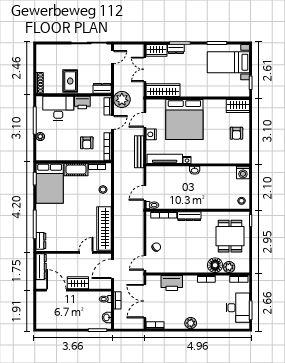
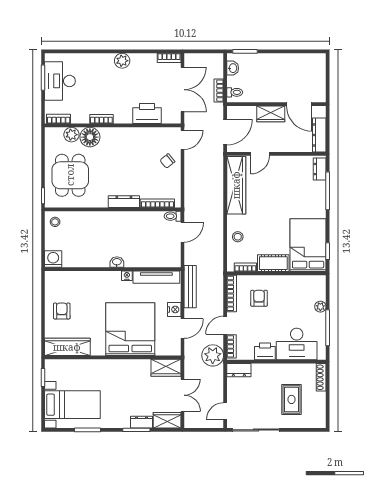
rug: (70, 81) -> (292, 399), moved
wardrobe: (163, 90) -> (166, 368), width x0.67
wardrobe: (238, 106) -> (67, 347), width x1.50

